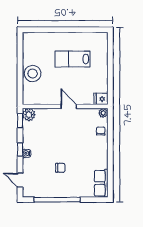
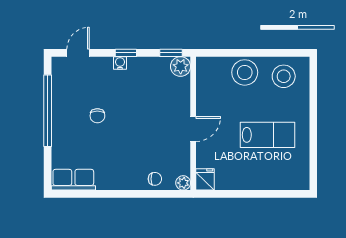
stool: (35, 49) -> (284, 76), added
lab bench: (73, 59) -> (267, 135), turned 90

